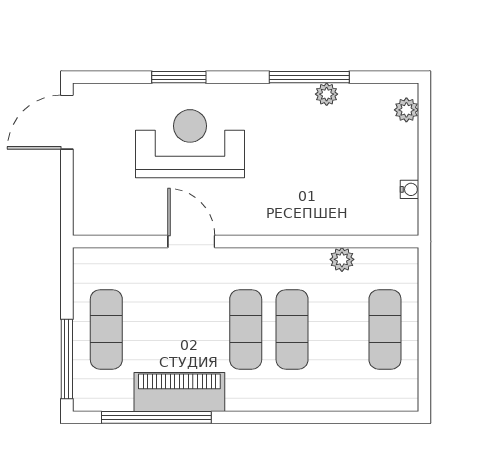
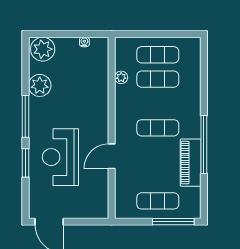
window: (309, 77) -> (25, 116), moved
plant: (327, 94) -> (40, 85), width x1.87, depth x1.87
plant: (406, 110) -> (43, 49), width x1.87, depth x1.87
exercise mat: (292, 329) -> (158, 79), moved
window: (156, 417) -> (204, 145), moved

